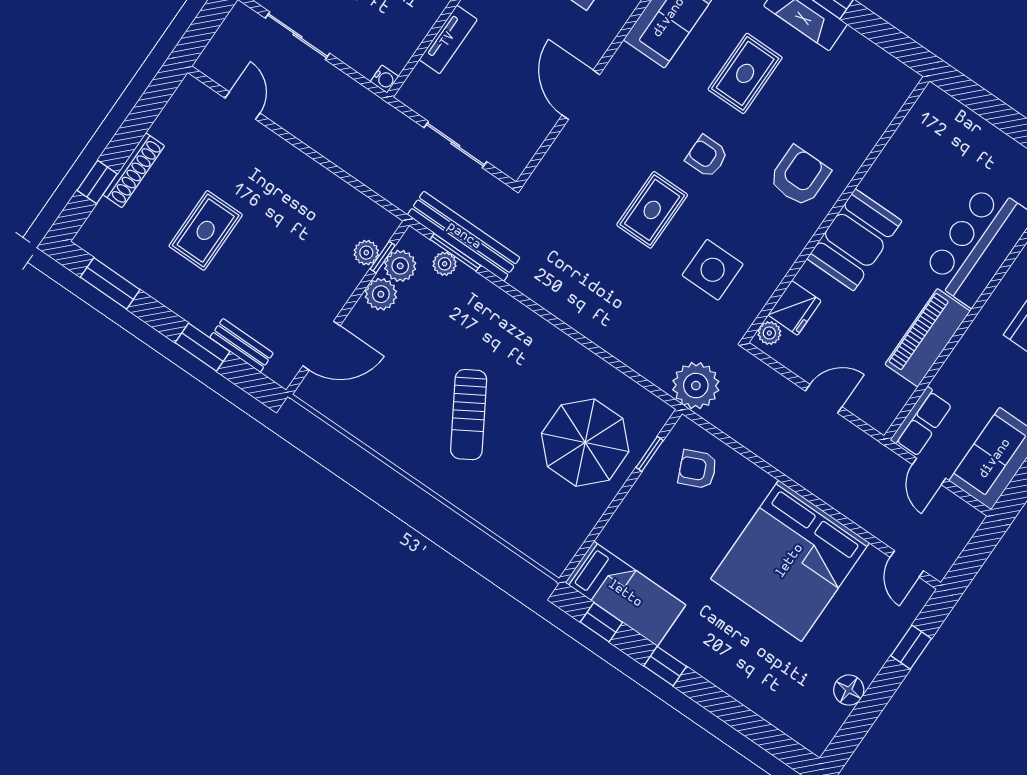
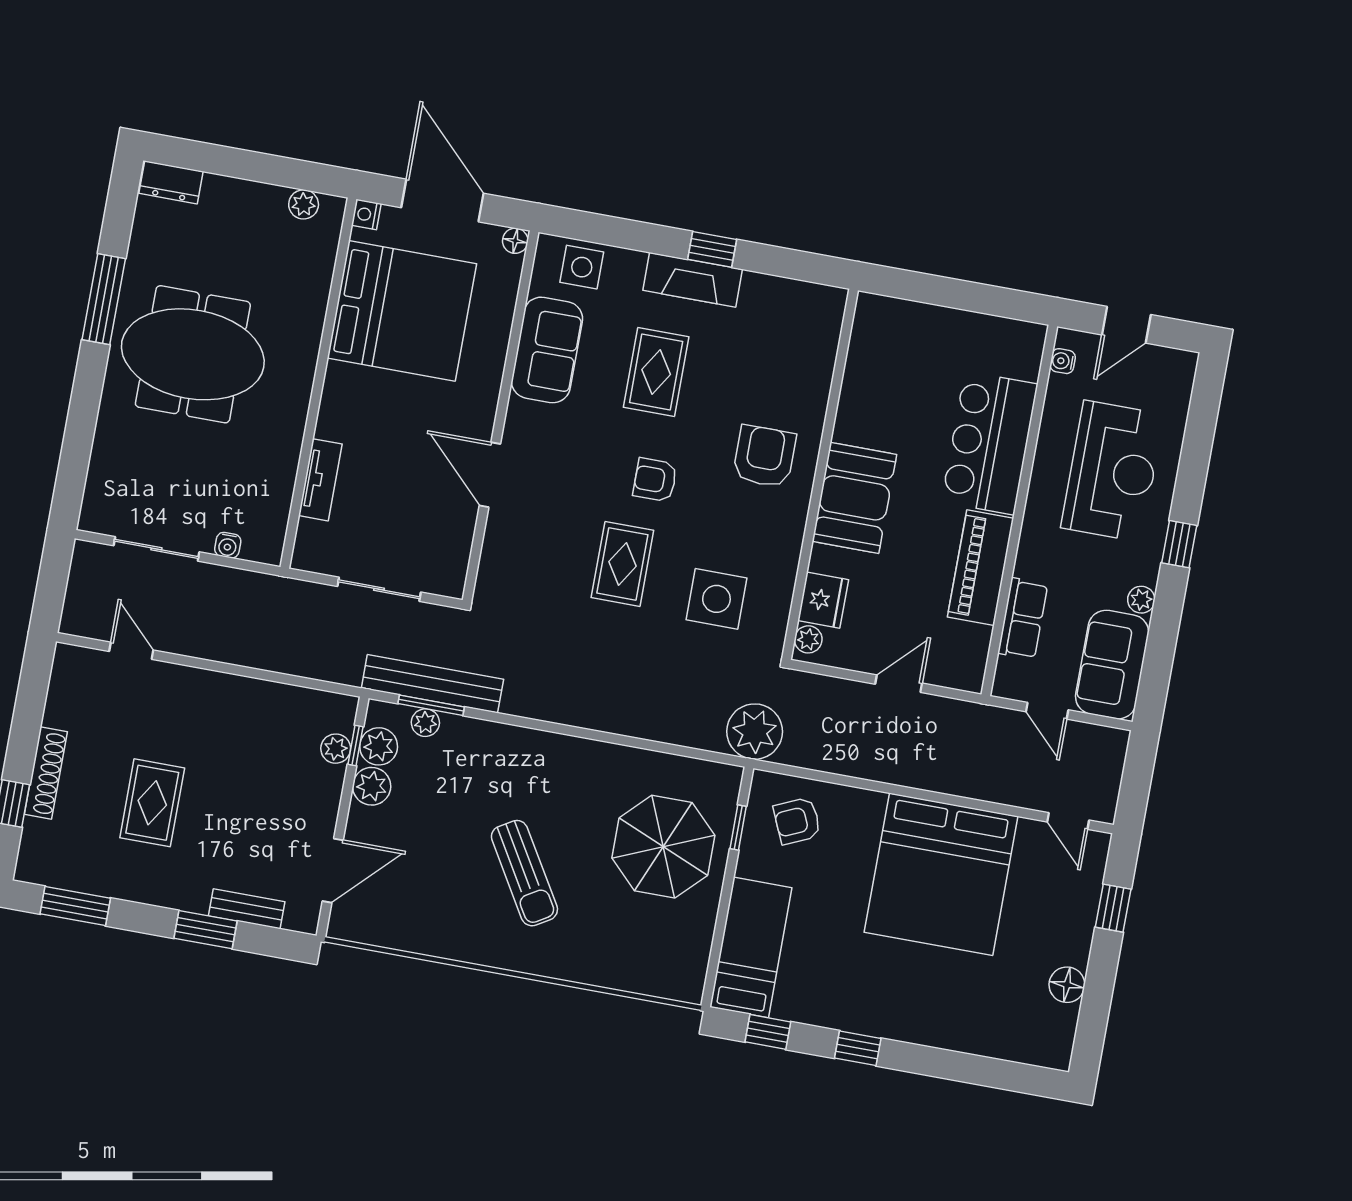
water cooler: (384, 79) -> (228, 545), moved, turned 90
row of seats: (922, 422) -> (1023, 619), moved
bed: (625, 594) -> (751, 947), moved, turned -90

